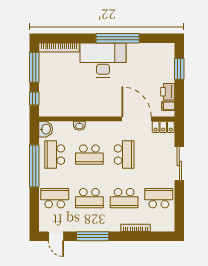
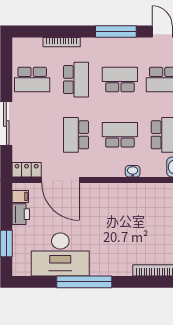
desk: (103, 60) -> (60, 254), moved
school desk: (124, 198) -> (76, 80), turned 90

